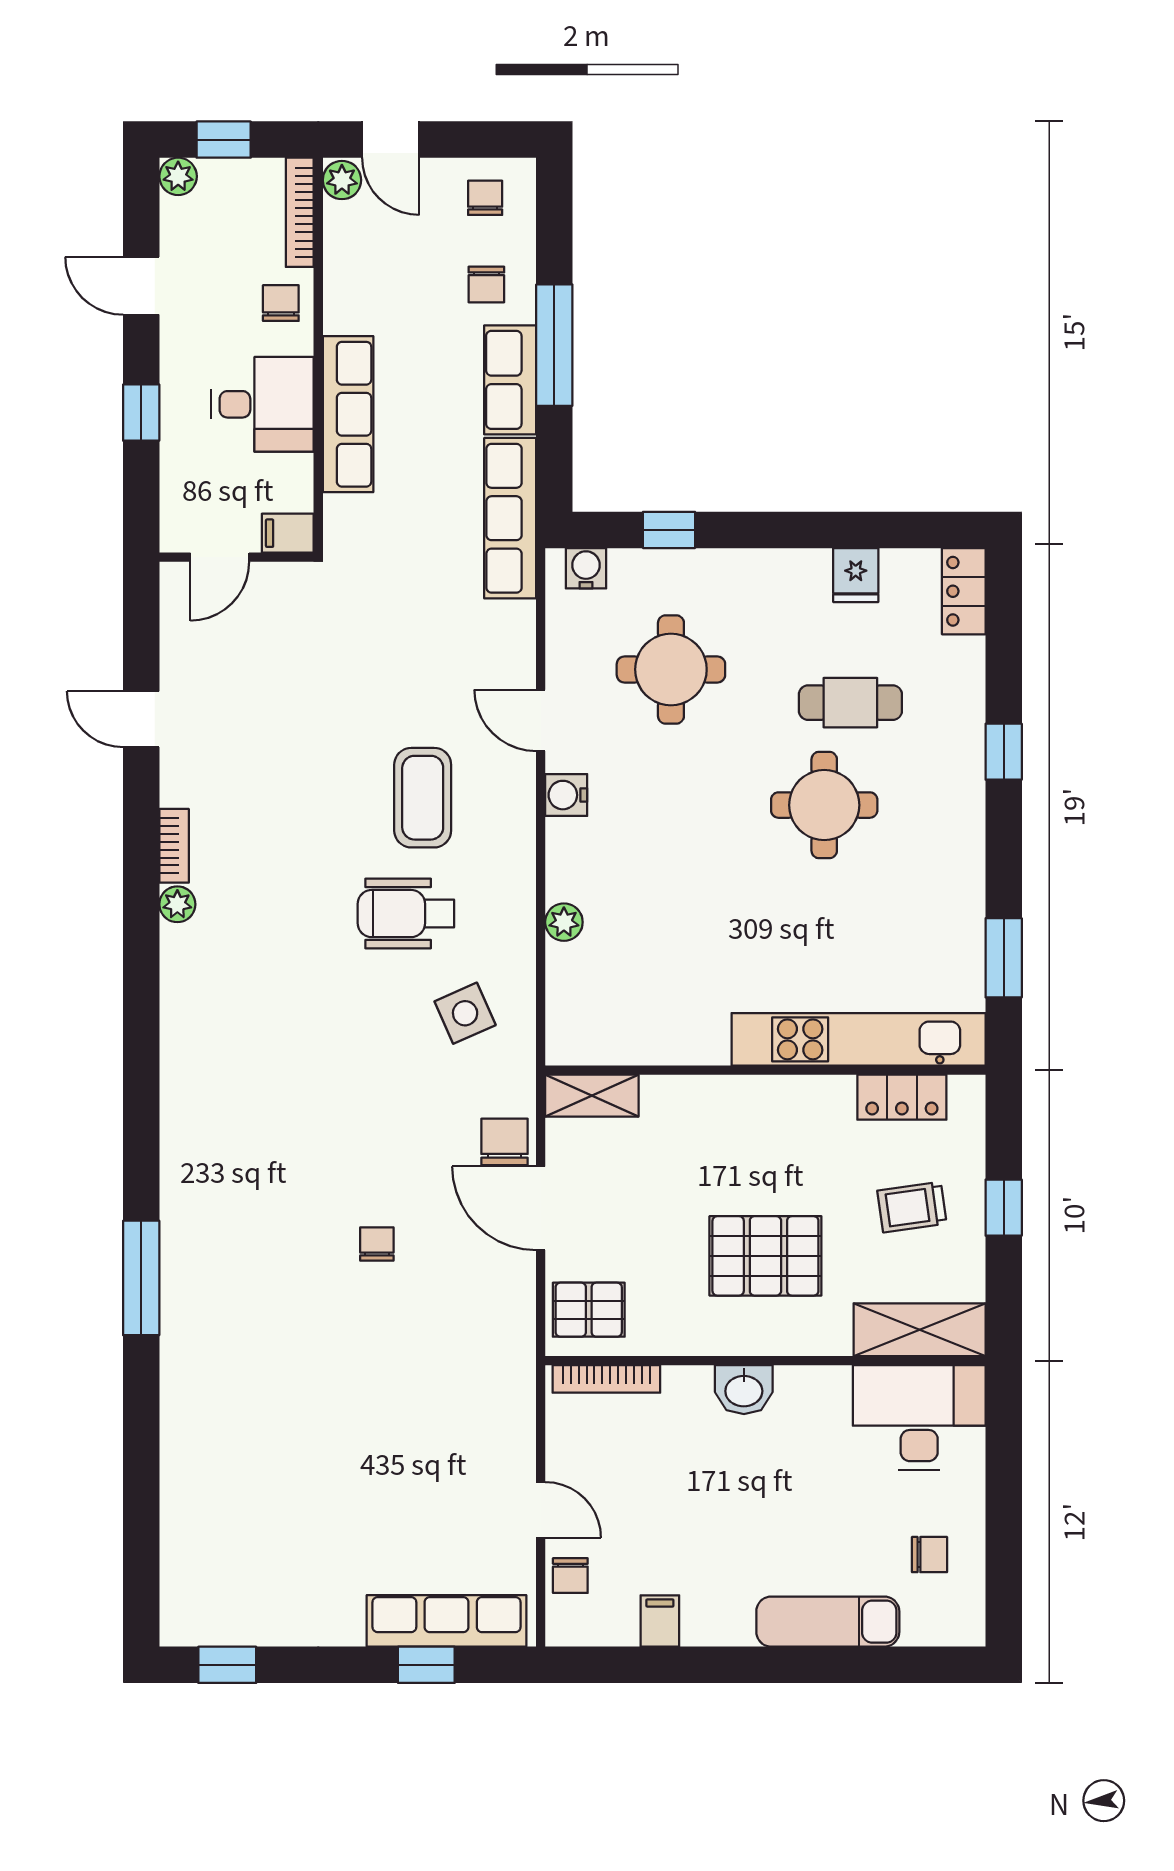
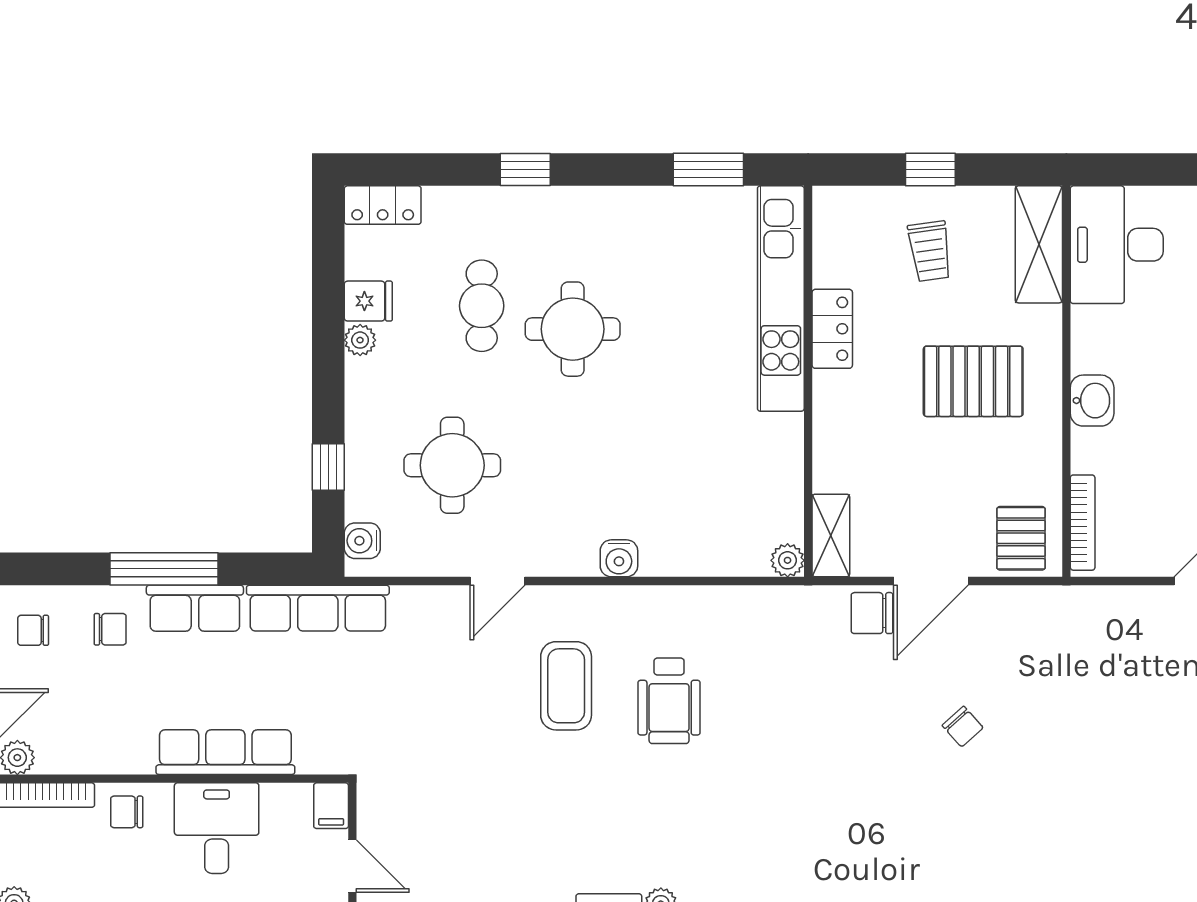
plant: (812, 566) -> (360, 340), added
water cooler: (566, 795) -> (619, 558), moved
coffee table: (423, 798) -> (566, 686), turned 90
plant: (564, 922) -> (788, 560), moved
side table: (465, 1013) -> (758, 648), removed
locker: (902, 1097) -> (832, 329), moved
chair: (377, 1244) -> (963, 727), turned -132
pallet: (765, 1256) -> (973, 381), turned 90

